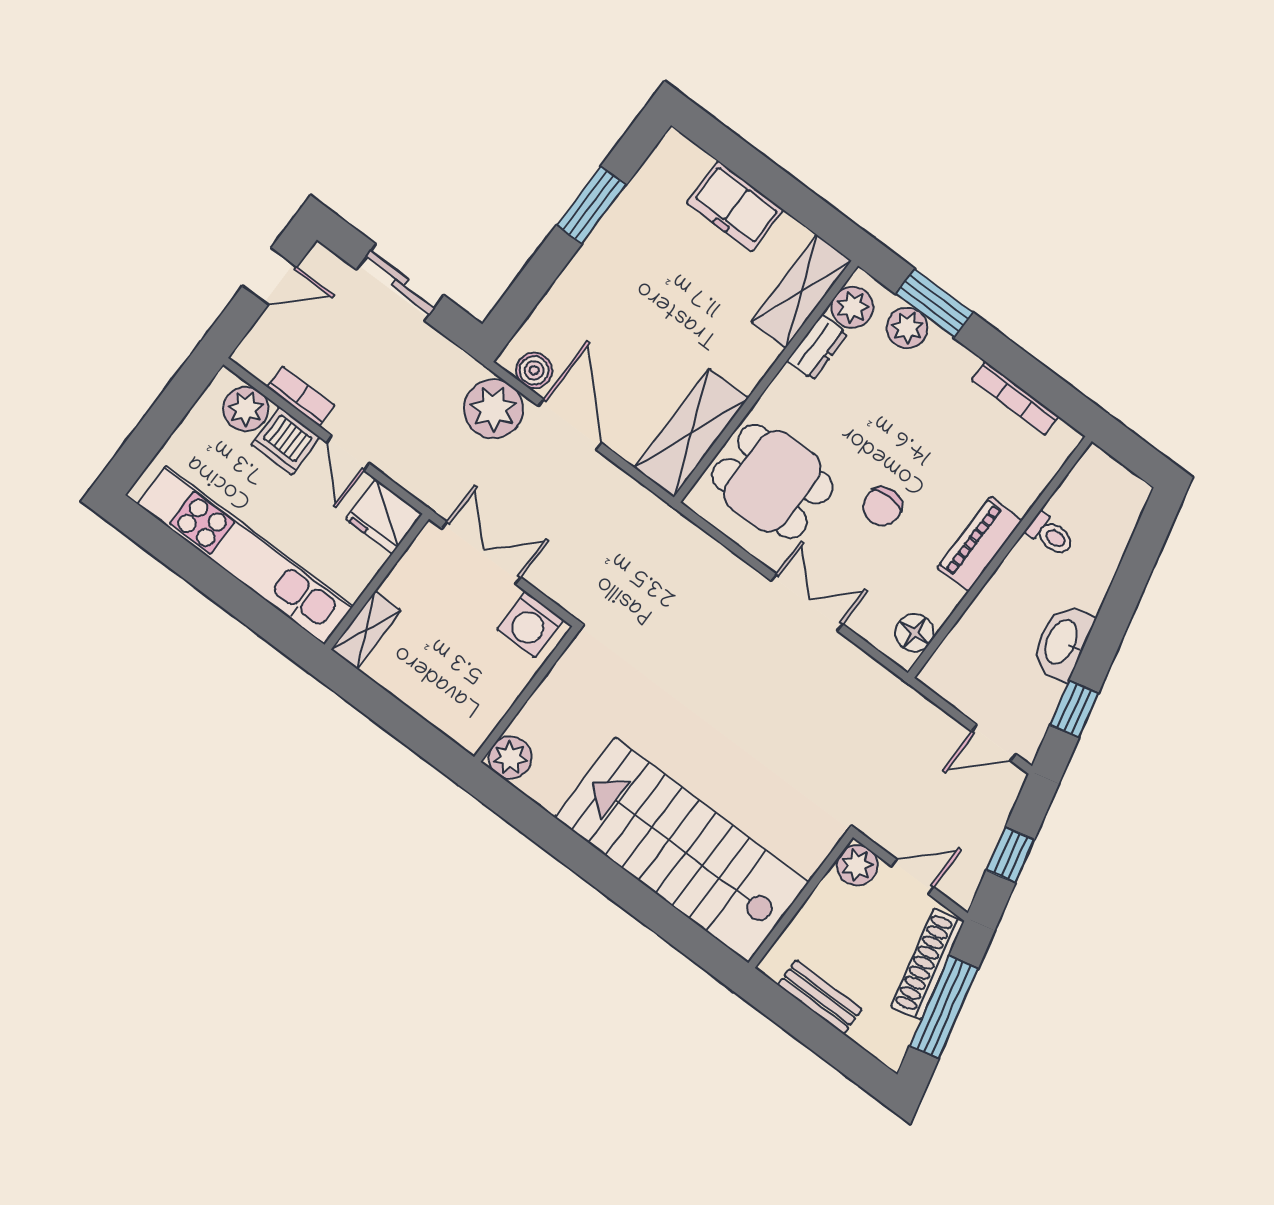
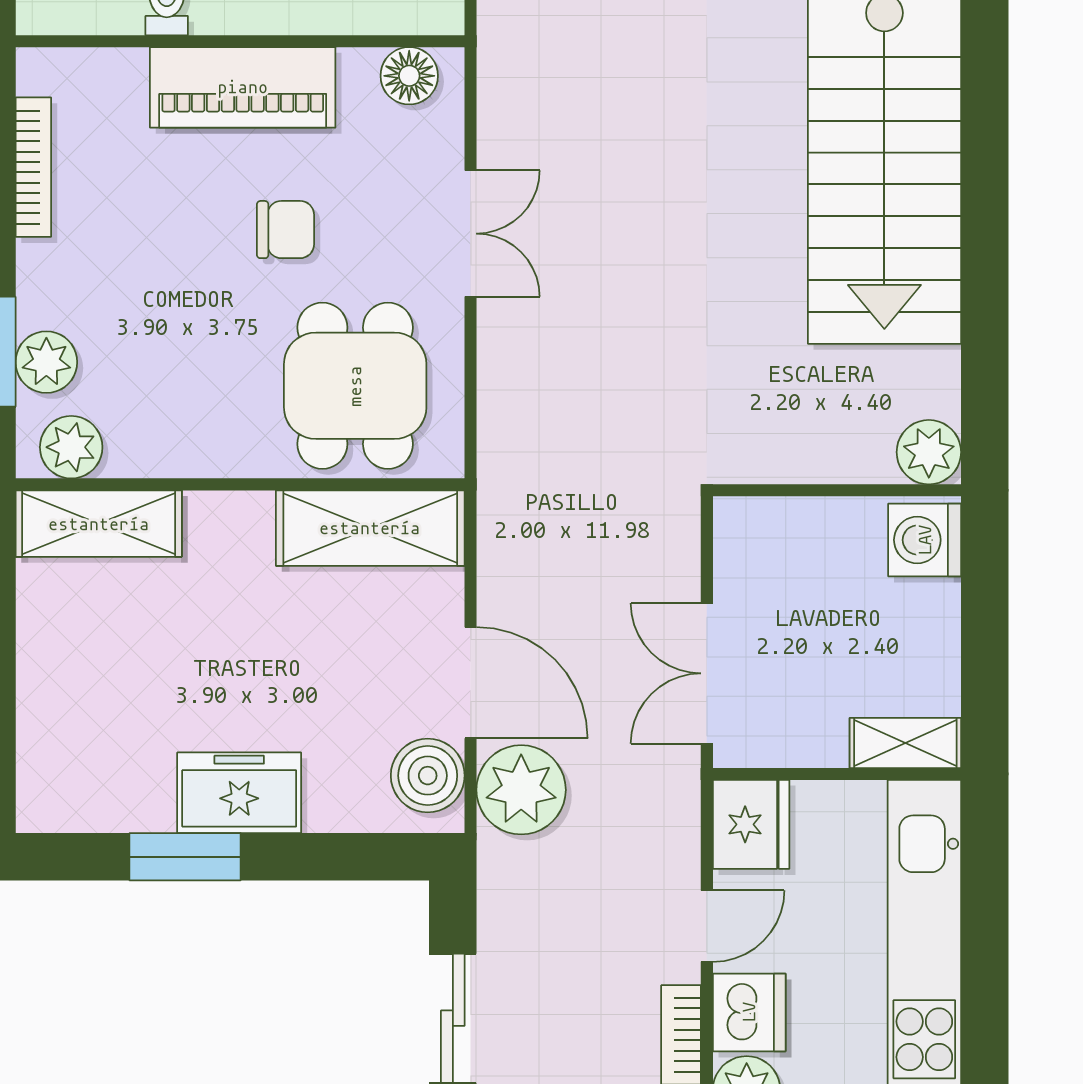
freezer: (735, 206) -> (239, 793), moved, turned -90
dresser: (817, 347) -> (152, 453), removed
boiler: (534, 370) -> (428, 776), width x1.36, depth x1.36
door: (570, 425) -> (471, 683), swing flipped
piano: (980, 544) -> (243, 87), width x1.37, depth x1.33
double door: (807, 602) -> (471, 234), swing flipped
washing machine: (530, 625) -> (925, 540), moved, turned 180

